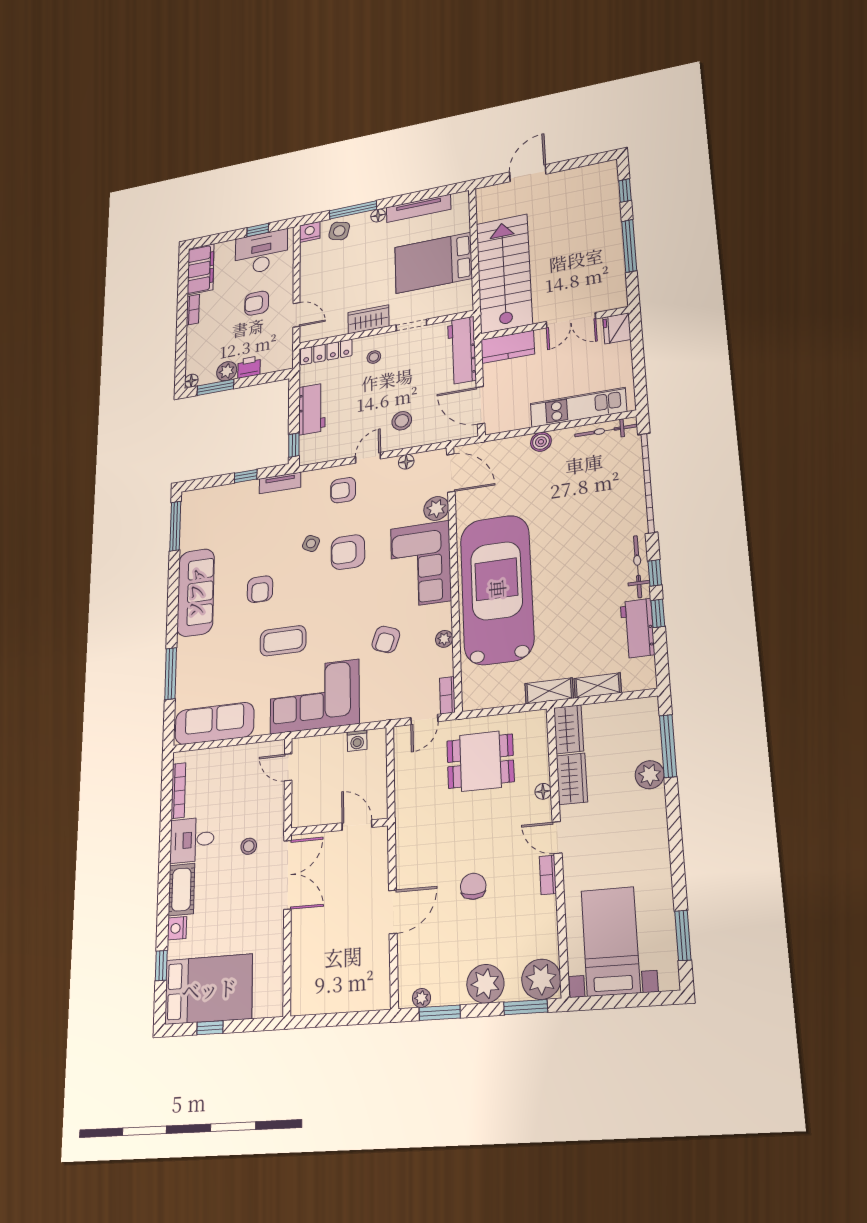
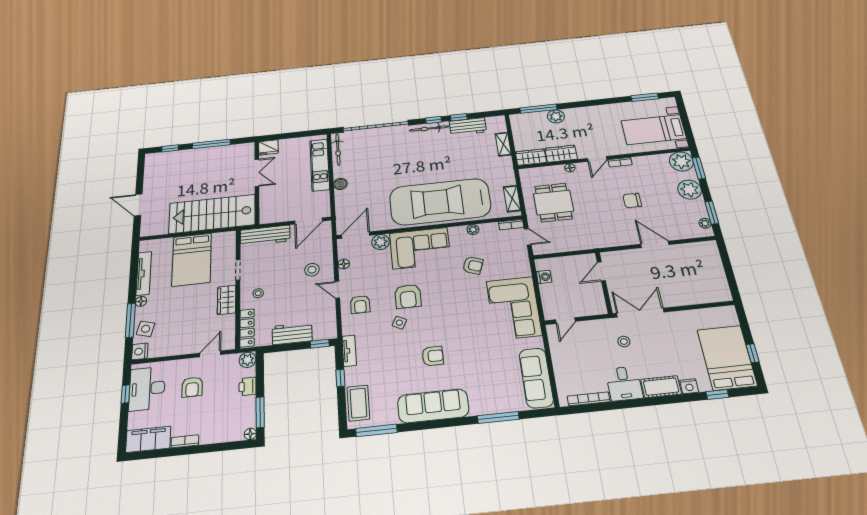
kitchen counter: (508, 347) -> (268, 208), removed
plant: (227, 371) -> (248, 360), moved
coffee table: (283, 641) -> (358, 403), moved
shelving: (549, 691) -> (512, 199), moved

